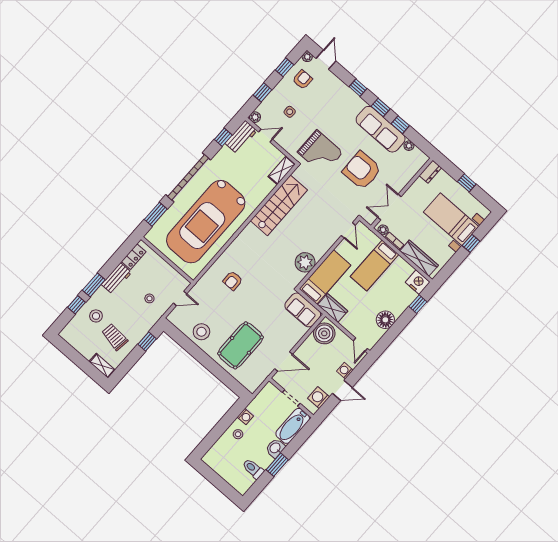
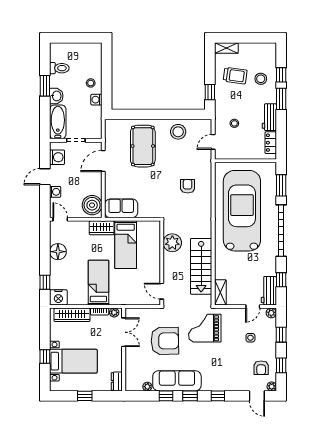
door: (348, 230) -> (162, 291), moved
wall: (328, 253) -> (162, 263), moved
plant: (305, 262) -> (172, 243), moved

